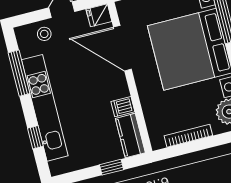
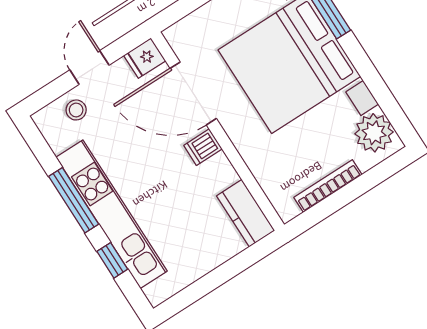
window: (19, 73) -> (74, 200), moved
dishwasher: (123, 107) -> (203, 147), moved
window: (111, 167) -> (234, 267), removed

